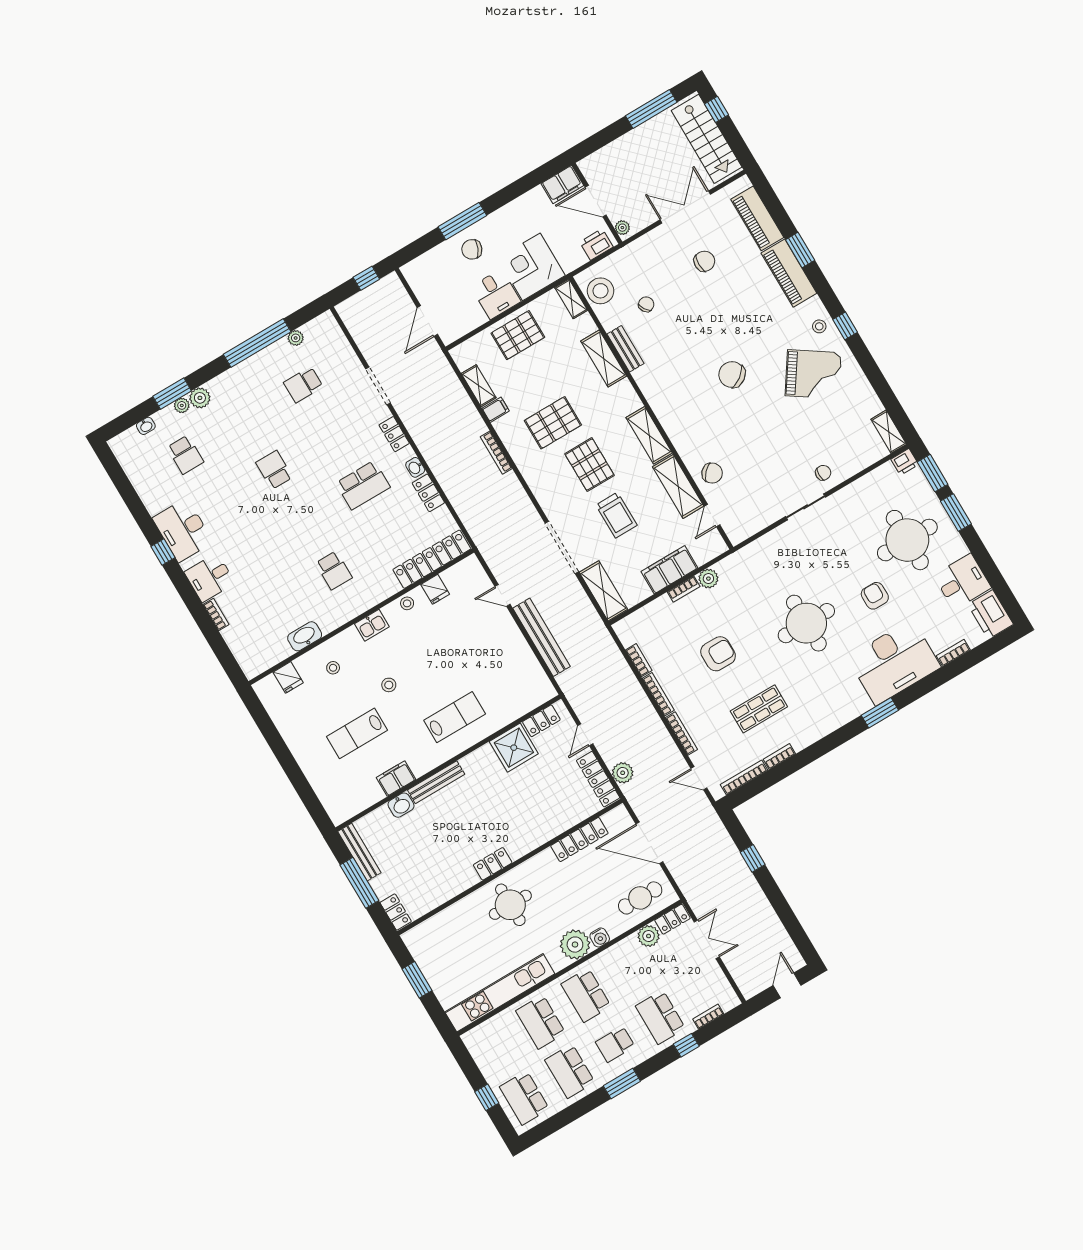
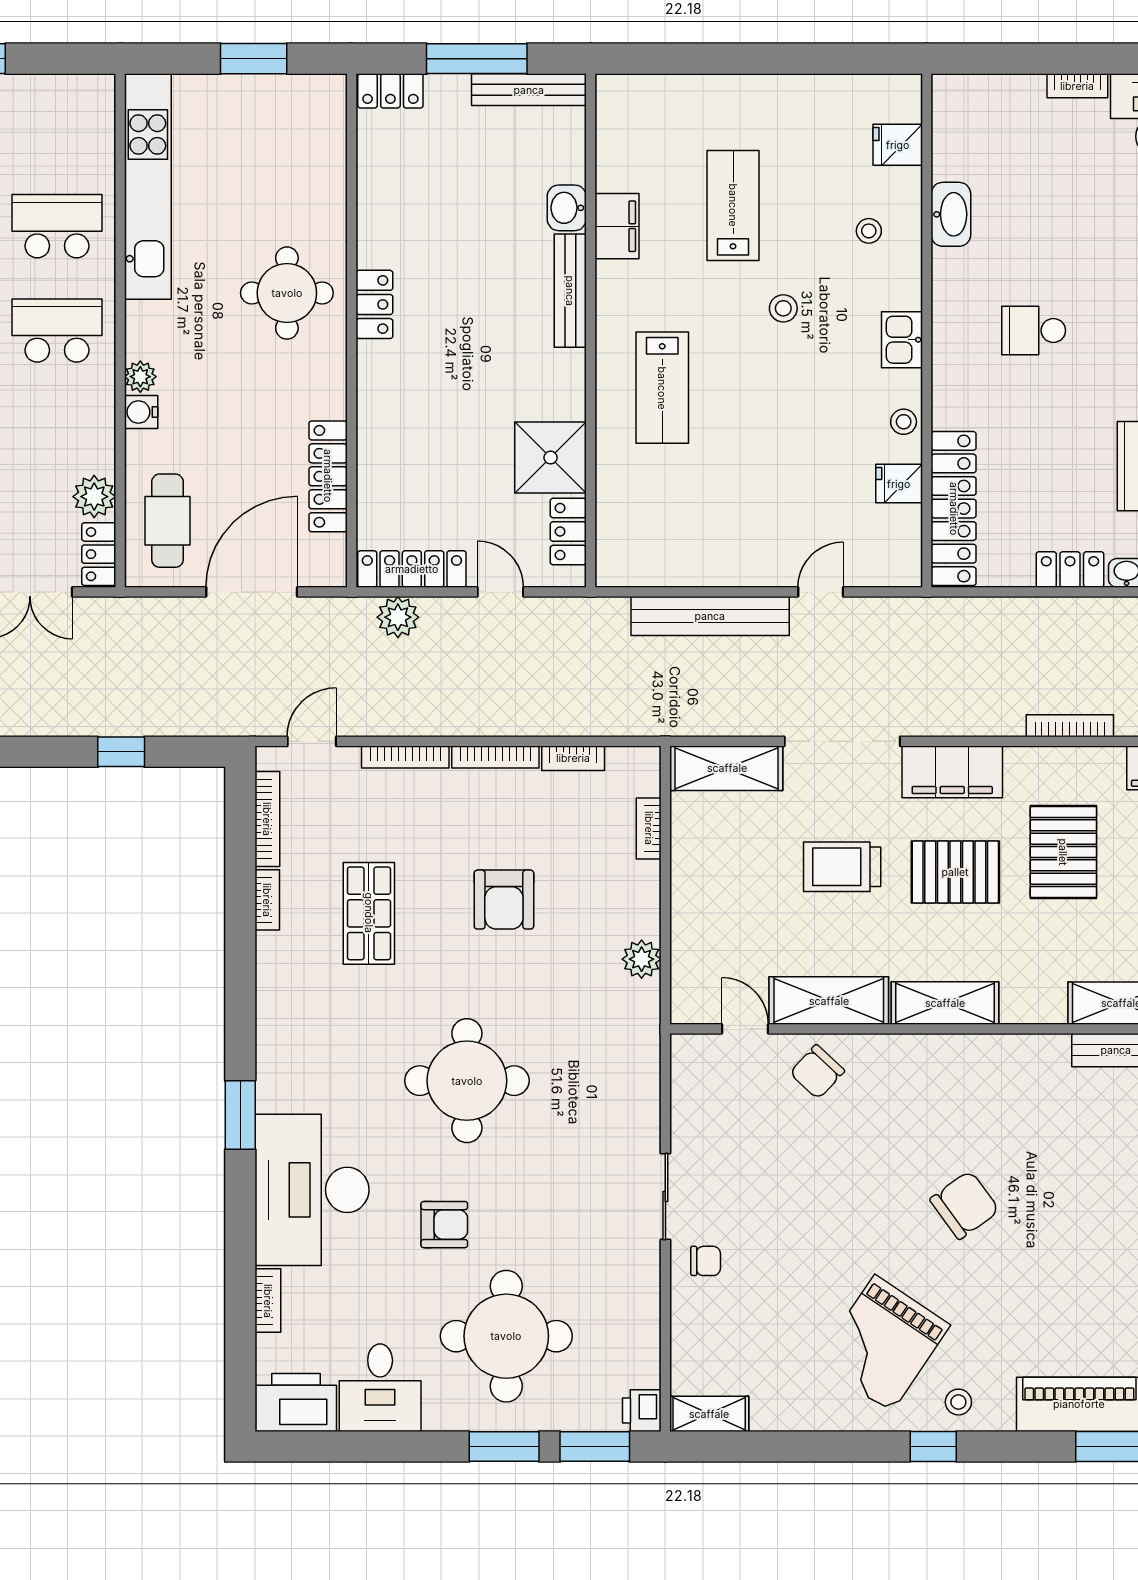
chair: (823, 473) -> (706, 1261), turned -90
filing cabinet: (669, 570) -> (952, 772), moved, turned 90
bookcase: (684, 589) -> (649, 828), moved
plant: (575, 945) -> (140, 377), width x0.53, depth x0.53

